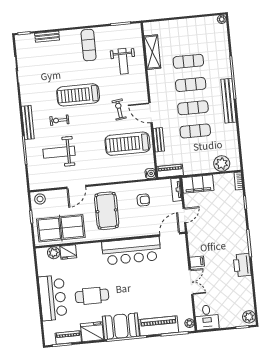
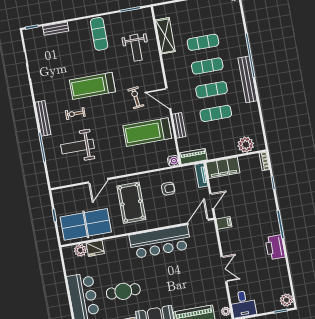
stool: (40, 199) -> (62, 196), removed
filing cabinet: (197, 262) -> (224, 223), moved

